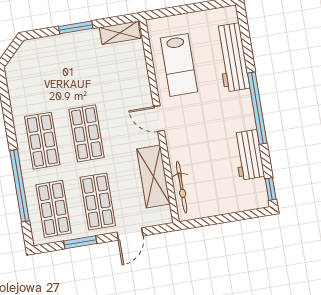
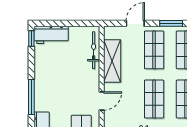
window: (257, 108) -> (31, 97), width x0.68
door: (159, 119) -> (102, 101), hinge flipped
workbench: (249, 155) -> (51, 35), moved, turned 90

